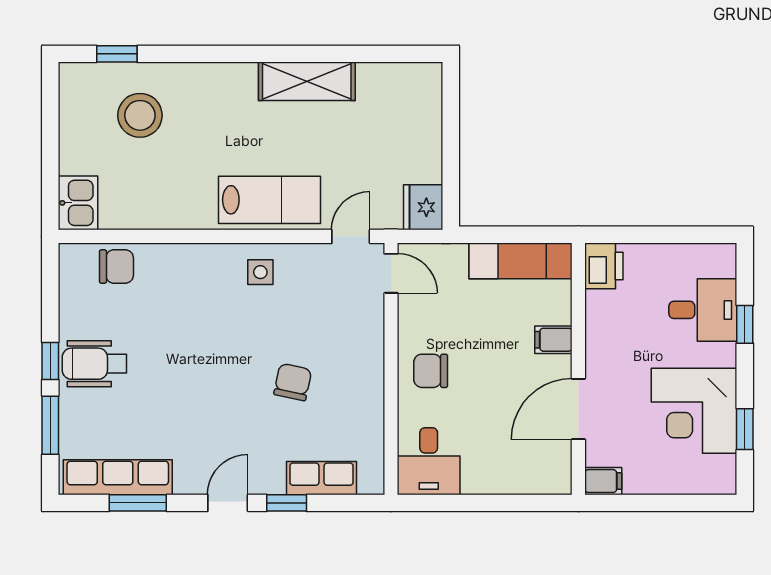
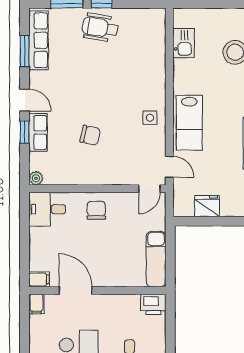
kitchen sink: (78, 203) -> (184, 43), moved, turned -90
fridge: (423, 207) -> (207, 206), moved
chair: (116, 266) -> (153, 40), removed
filing cabinet: (553, 340) -> (39, 279), moved, turned 90
wheelchair: (95, 364) -> (100, 28), turned -80
row of seats: (321, 478) -> (38, 132), moved
plant: (372, 482) -> (36, 178), added

